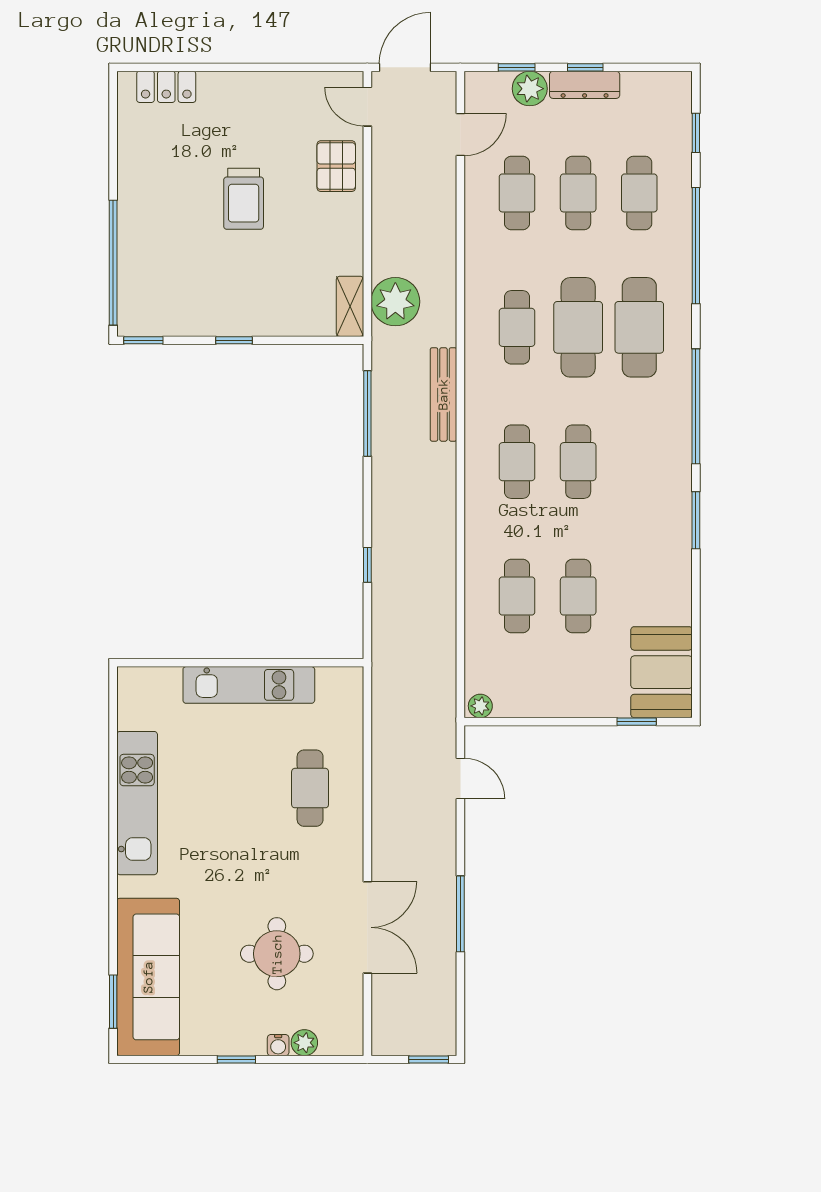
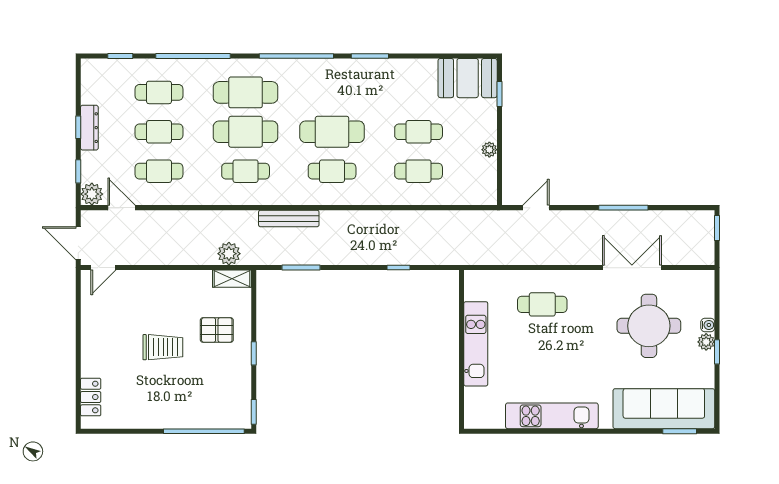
plant: (530, 89) -> (92, 194), moved
pallet: (336, 166) -> (217, 330), moved
plant: (395, 302) -> (229, 254), width x0.73, depth x0.73
window: (367, 414) -> (301, 268), width x0.69
cafe table: (578, 462) -> (332, 132), width x1.37, depth x1.35
plant: (480, 706) -> (489, 150), moved
round table: (277, 954) -> (649, 326), width x1.36, depth x1.36
plant: (304, 1043) -> (706, 342), moved

